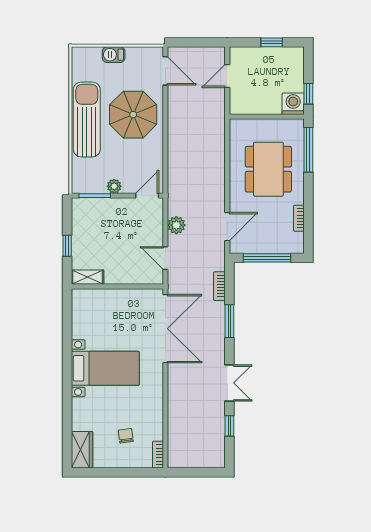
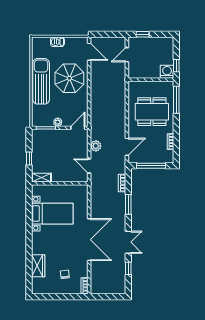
window: (272, 42) -> (143, 34), moved
dining table: (268, 169) -> (152, 112), turned 90
double door: (165, 329) -> (89, 240), moved
bed with nightstands: (105, 368) -> (52, 214), moved
wardrobe: (82, 450) -> (38, 266), moved

